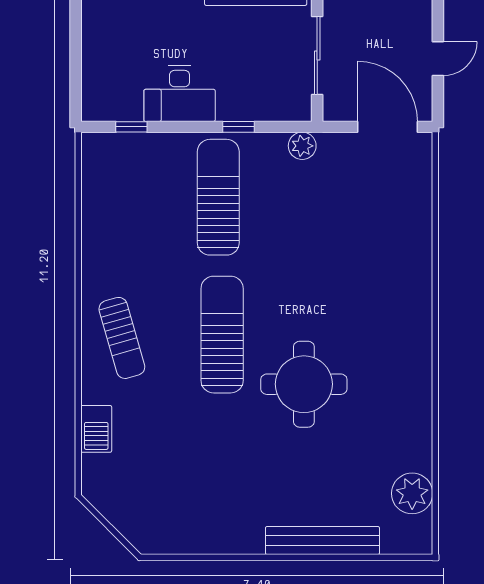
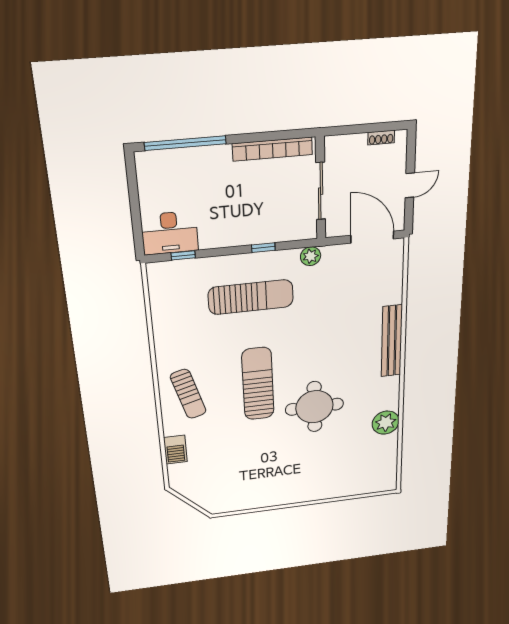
desk: (180, 94) -> (170, 233), moved
sun lounger: (218, 197) -> (251, 297), turned 90
plant: (412, 493) -> (386, 423), moved
bench: (322, 541) -> (392, 341), moved, turned 90

